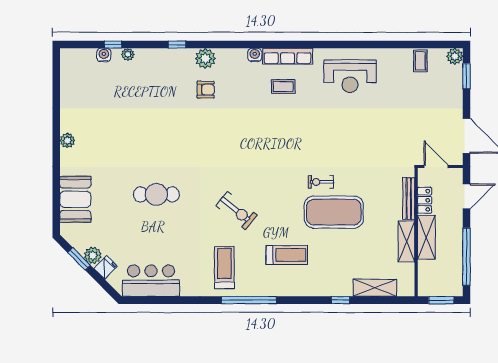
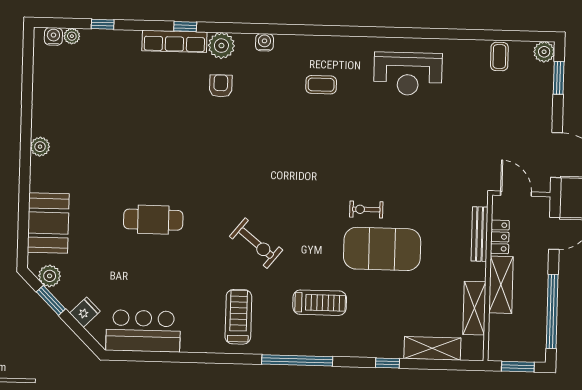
plant: (128, 54) -> (72, 36), moved
water cooler: (104, 55) -> (53, 36), moved
water cooler: (255, 55) -> (264, 42), moved
row of seats: (288, 56) -> (174, 41), moved
armchair: (206, 90) -> (221, 86), turned -90
shelving: (406, 241) -> (474, 308), moved
plant: (93, 255) -> (50, 276), moved
window: (249, 300) -> (297, 360), moved

